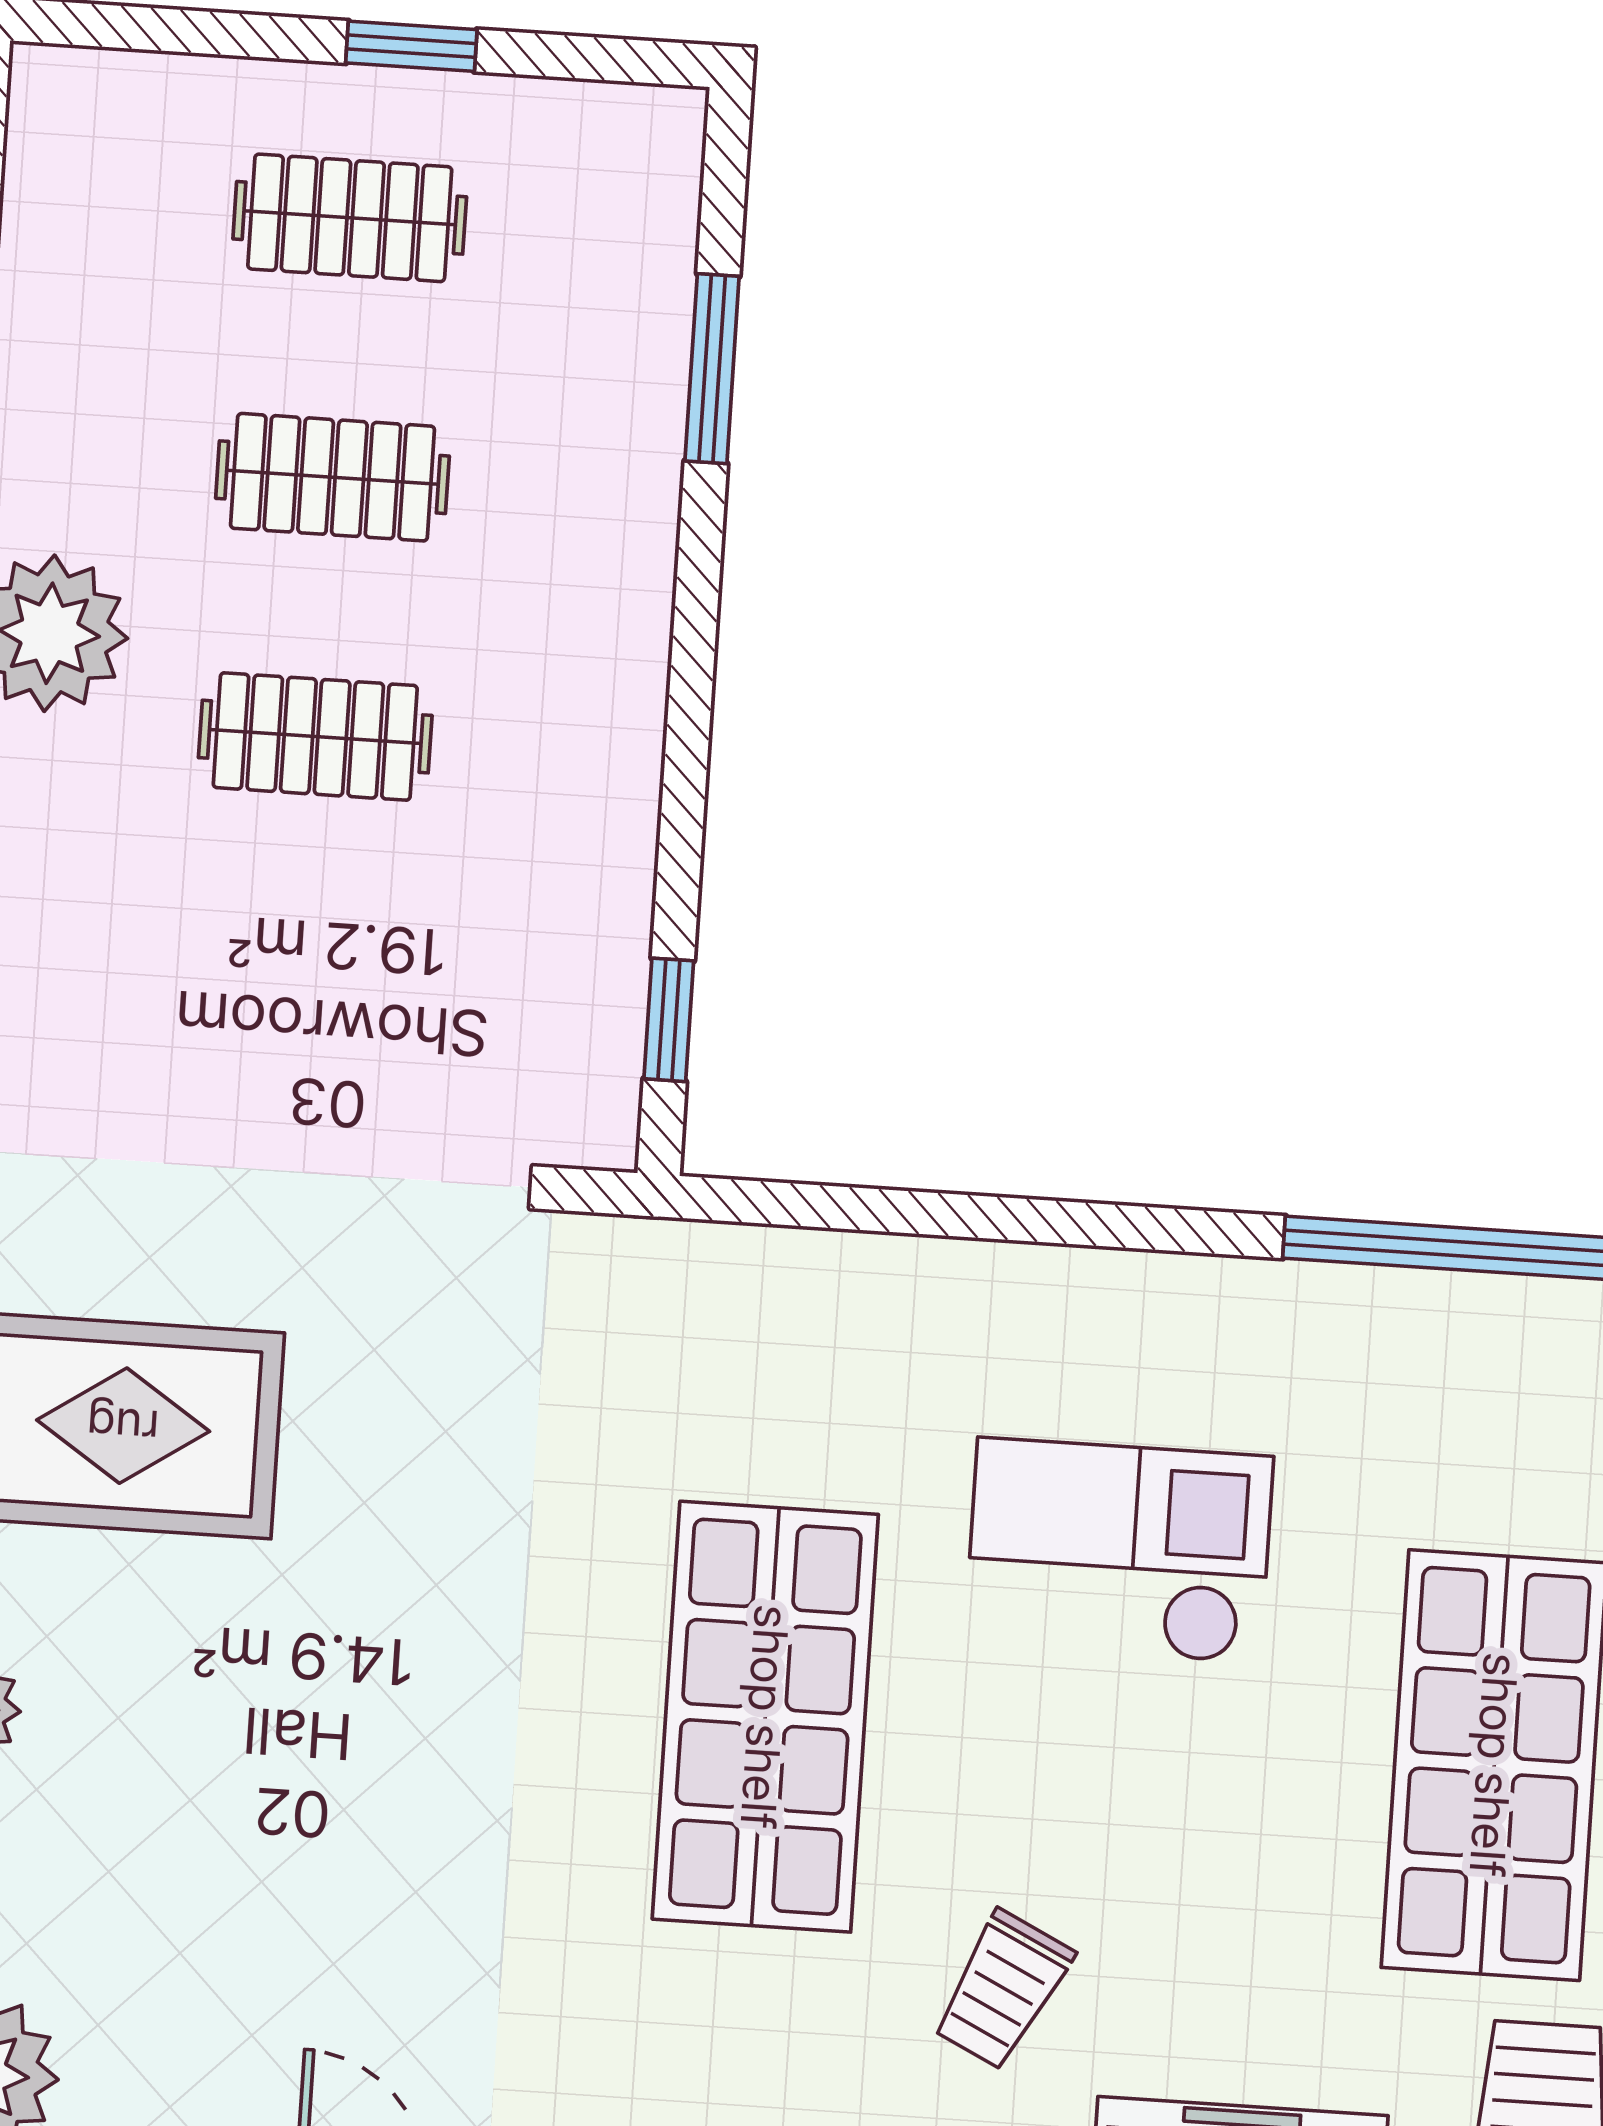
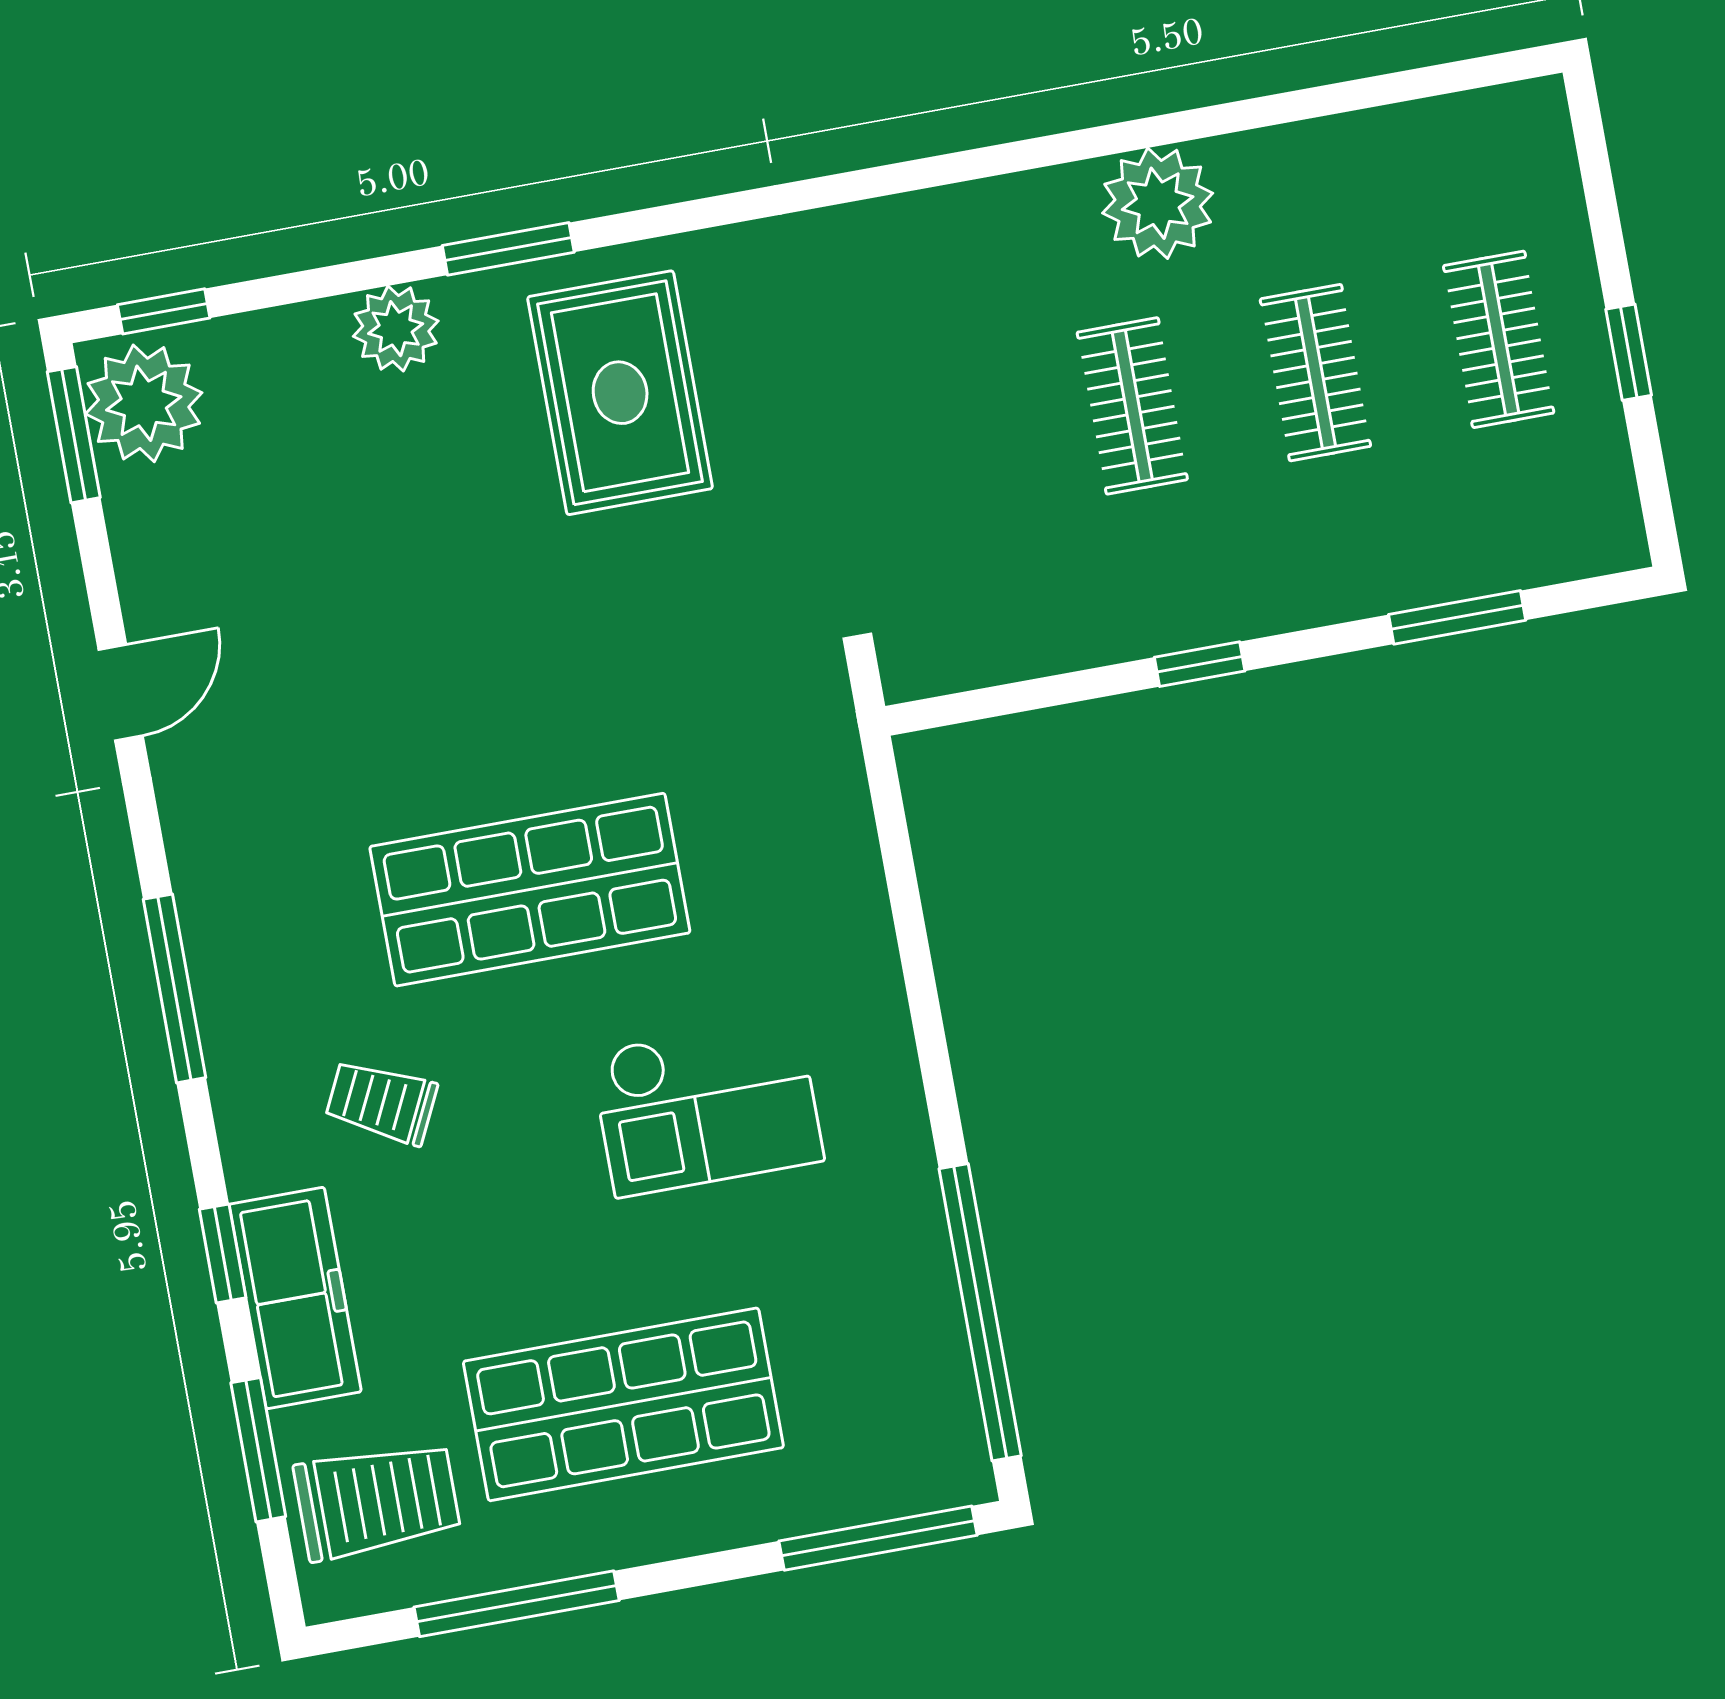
window: (669, 1020) -> (1200, 664), moved
checkout: (1119, 1551) -> (707, 1106), turned 90

